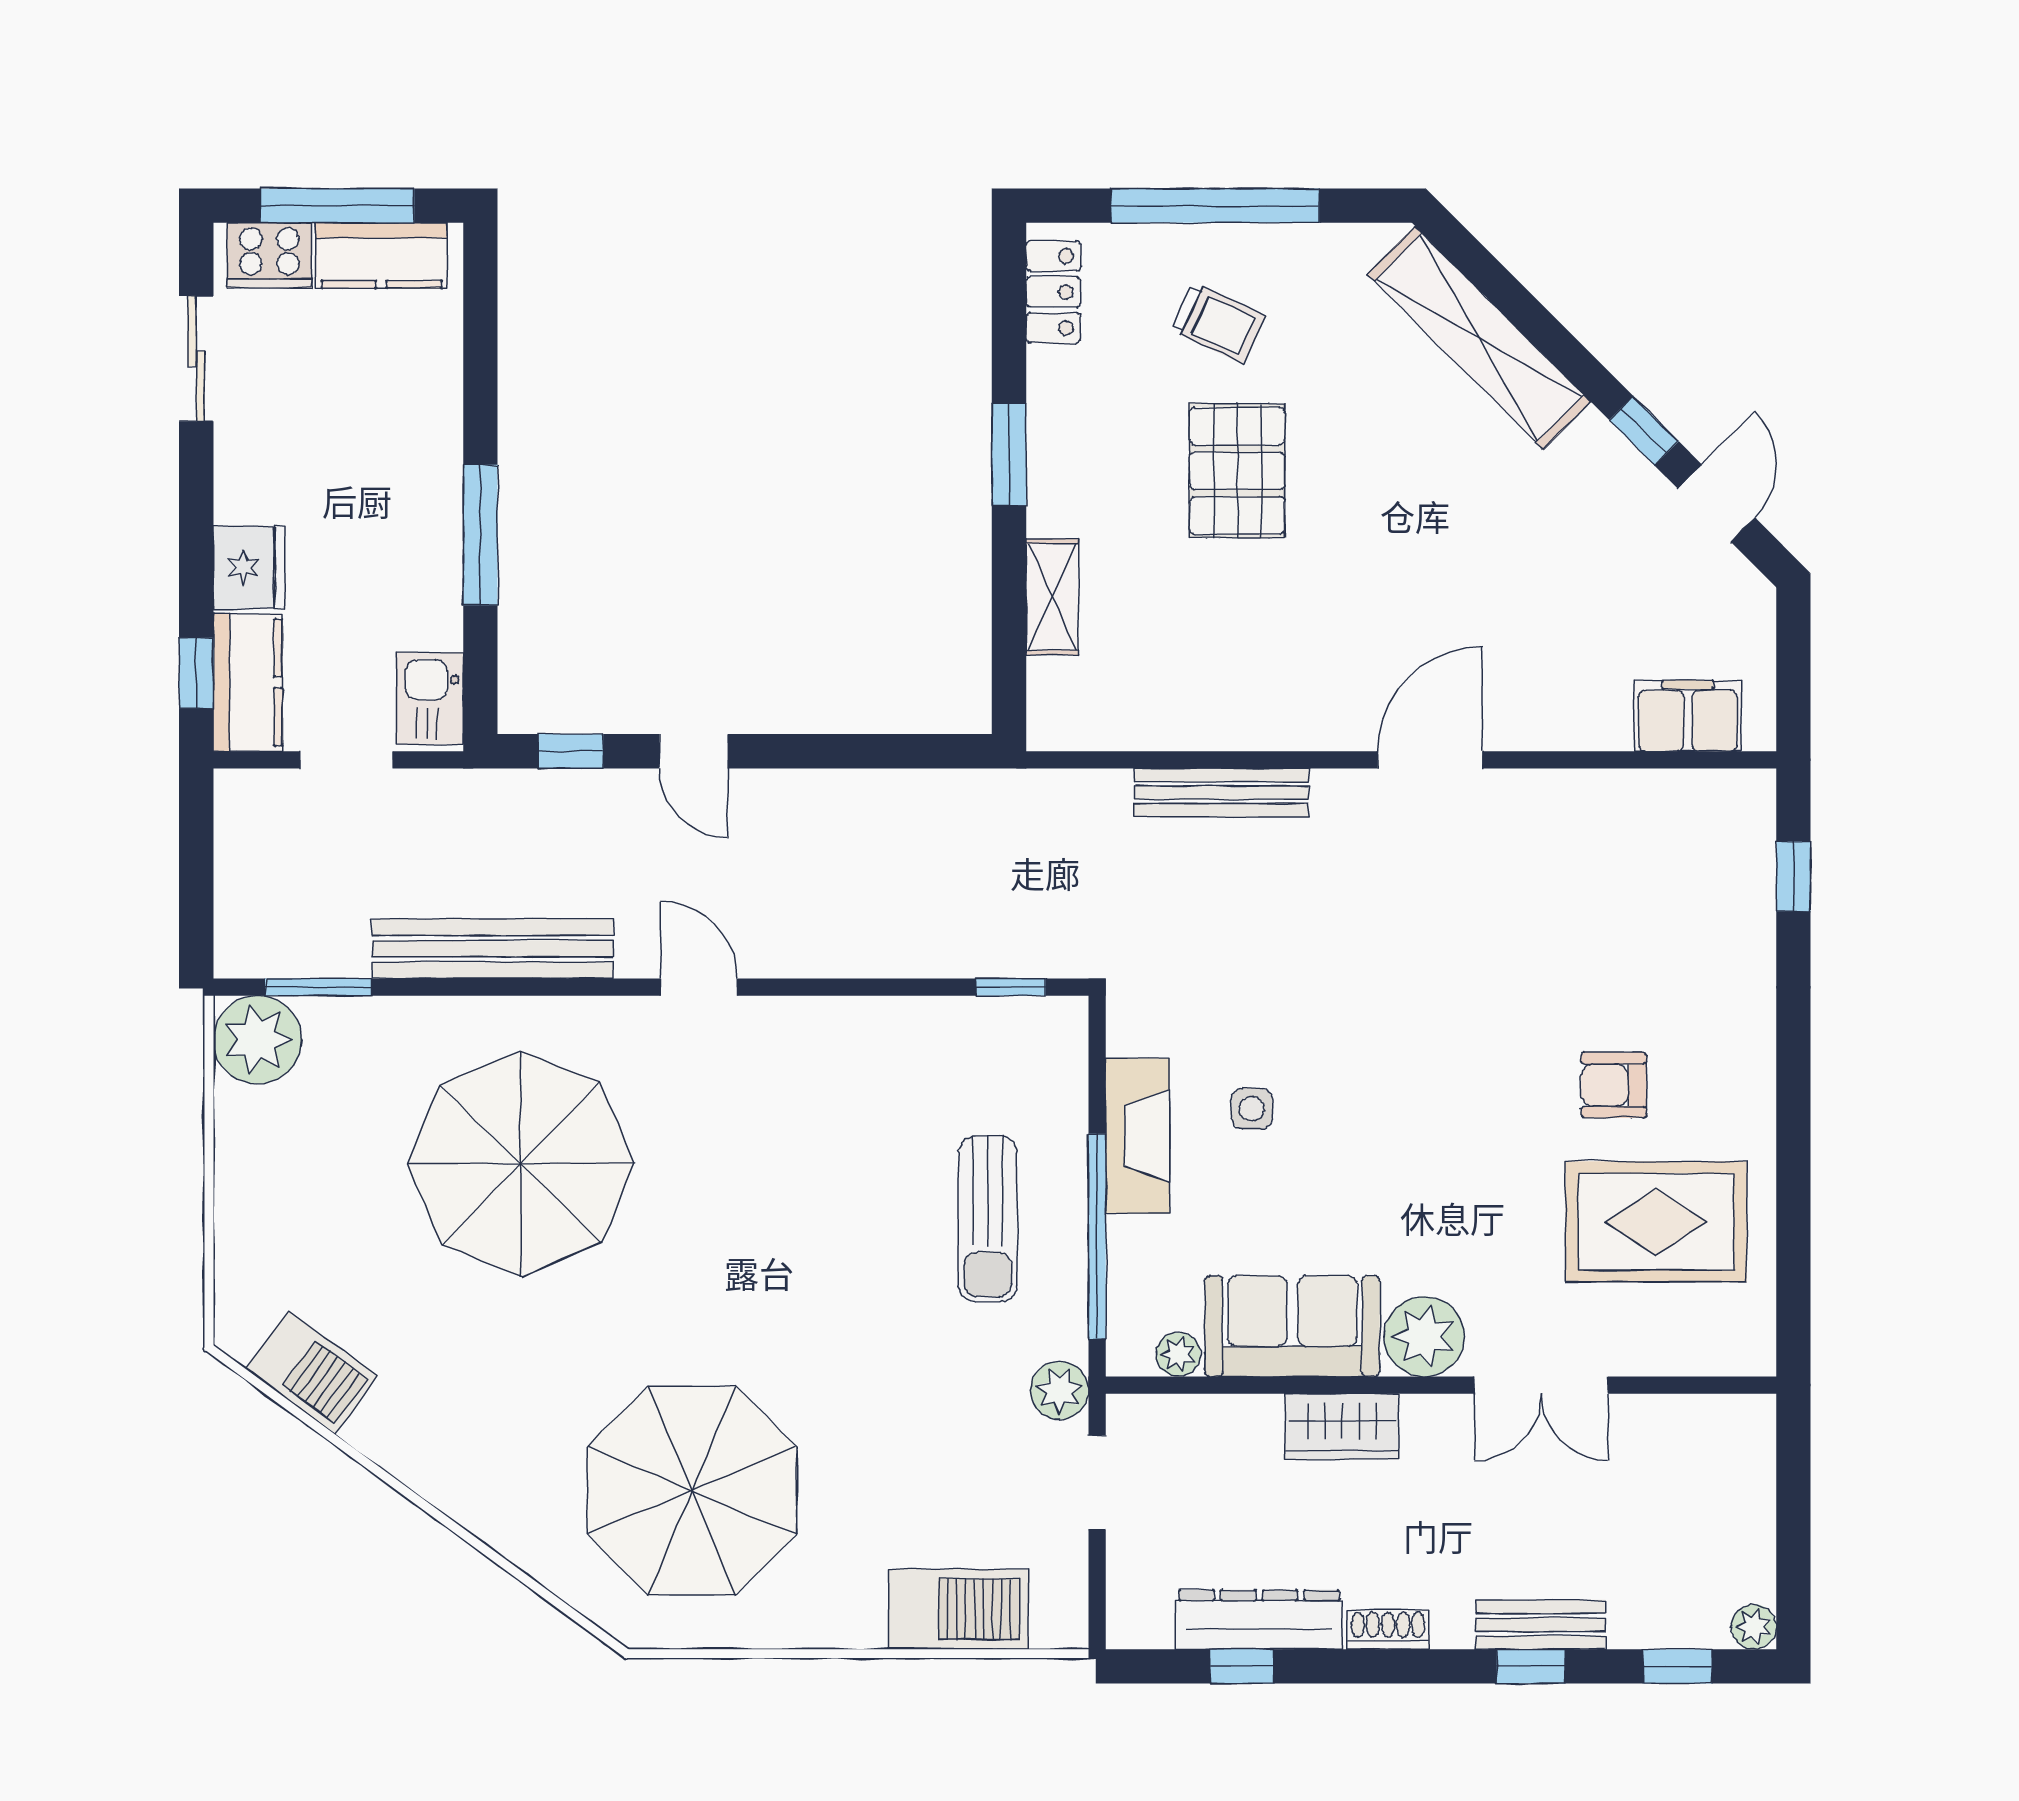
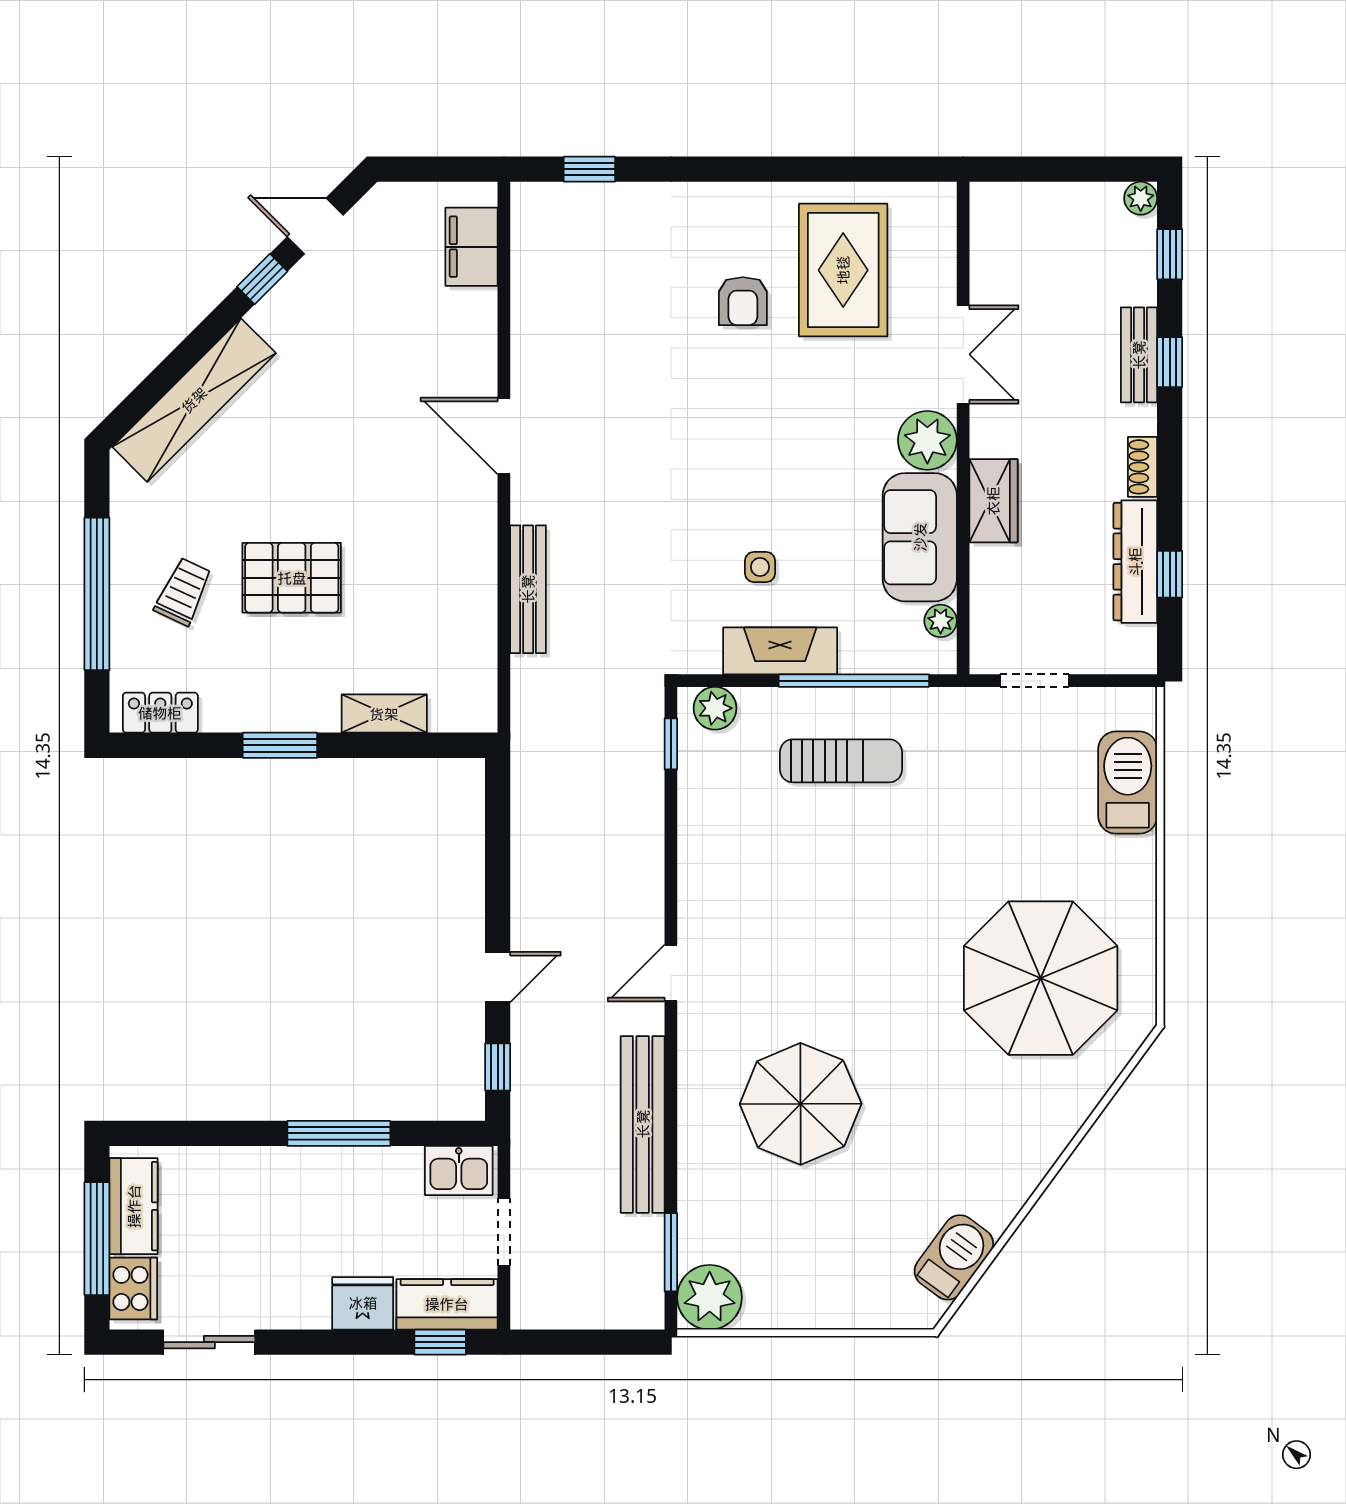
parasol: (521, 1164) -> (801, 1104), width x0.73, depth x0.73
plant: (1059, 1390) -> (715, 708), moved

